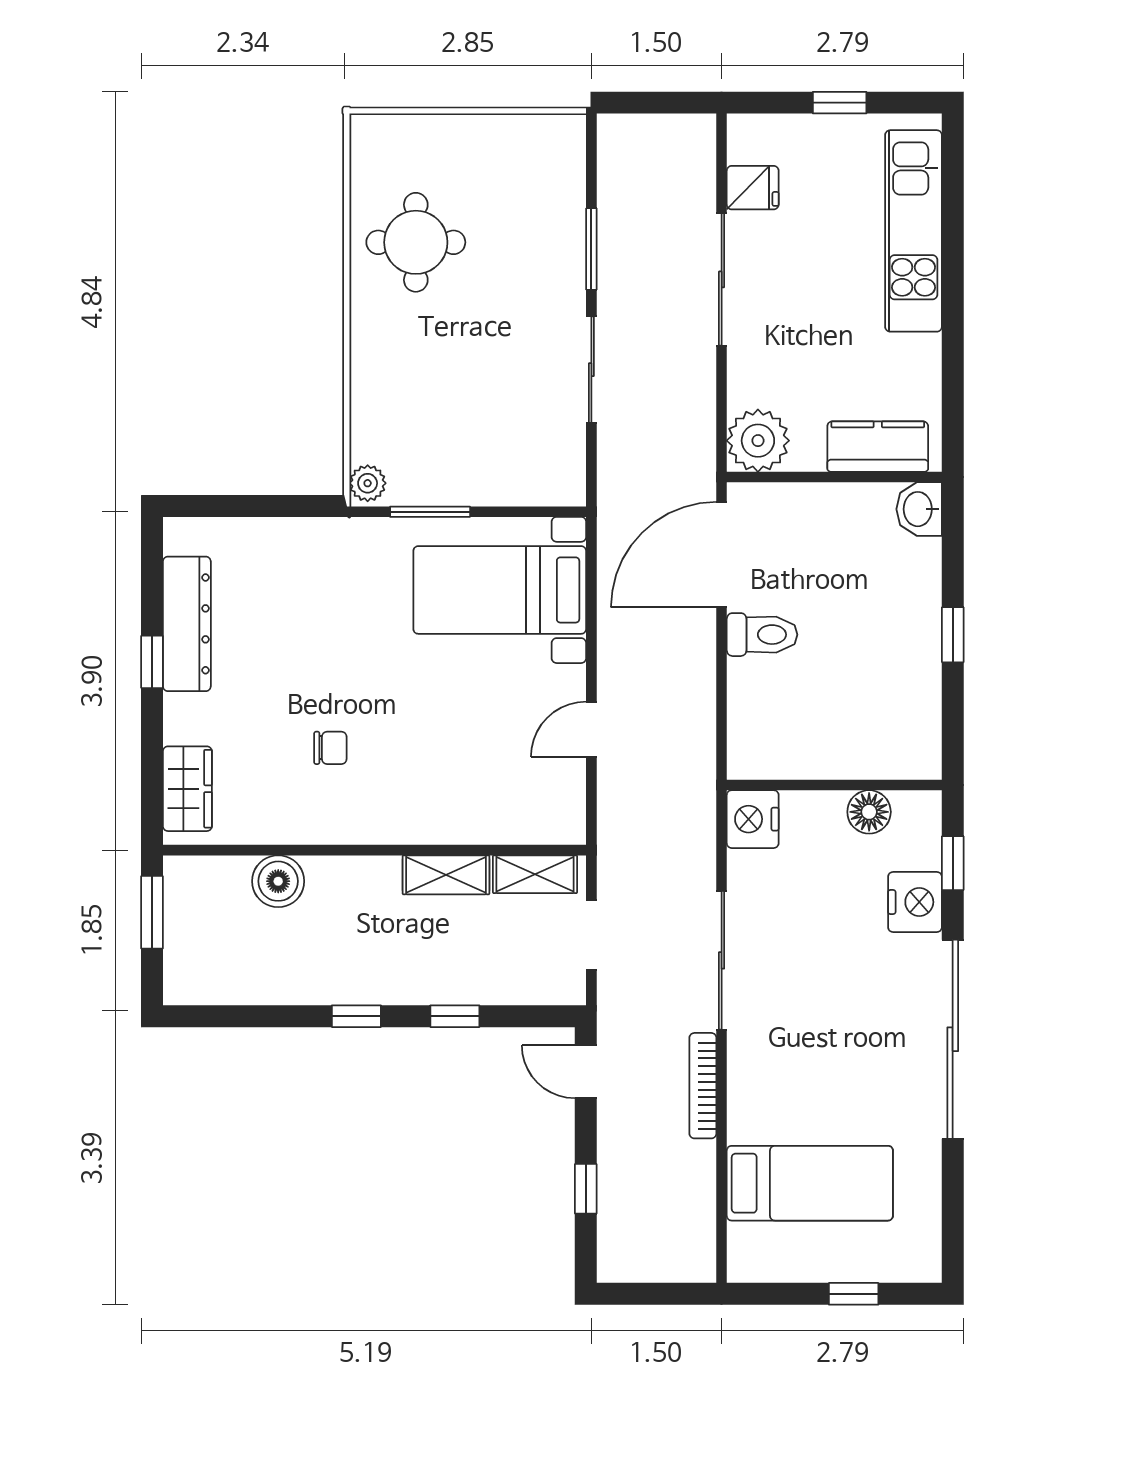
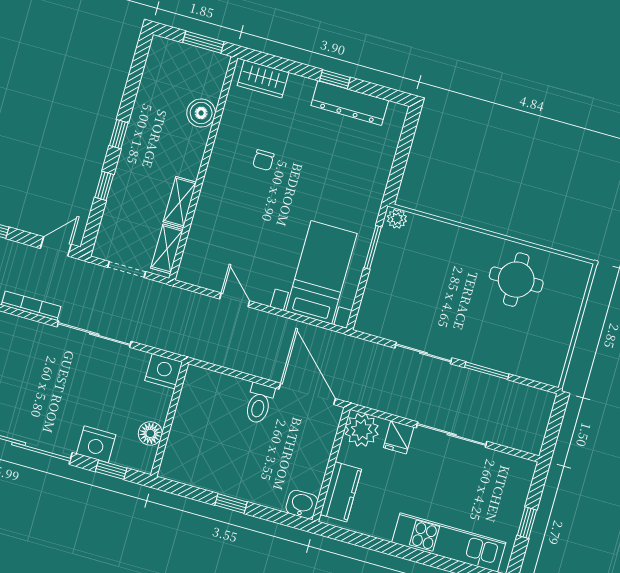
fridge: (753, 188) -> (399, 437), moved

